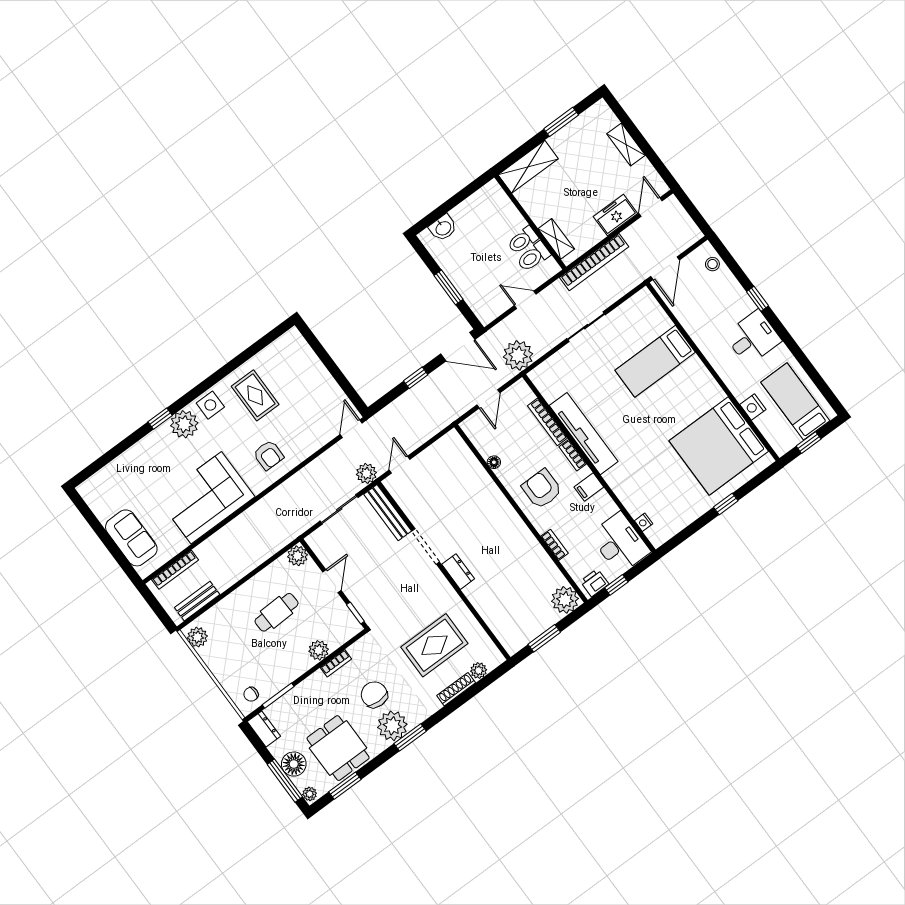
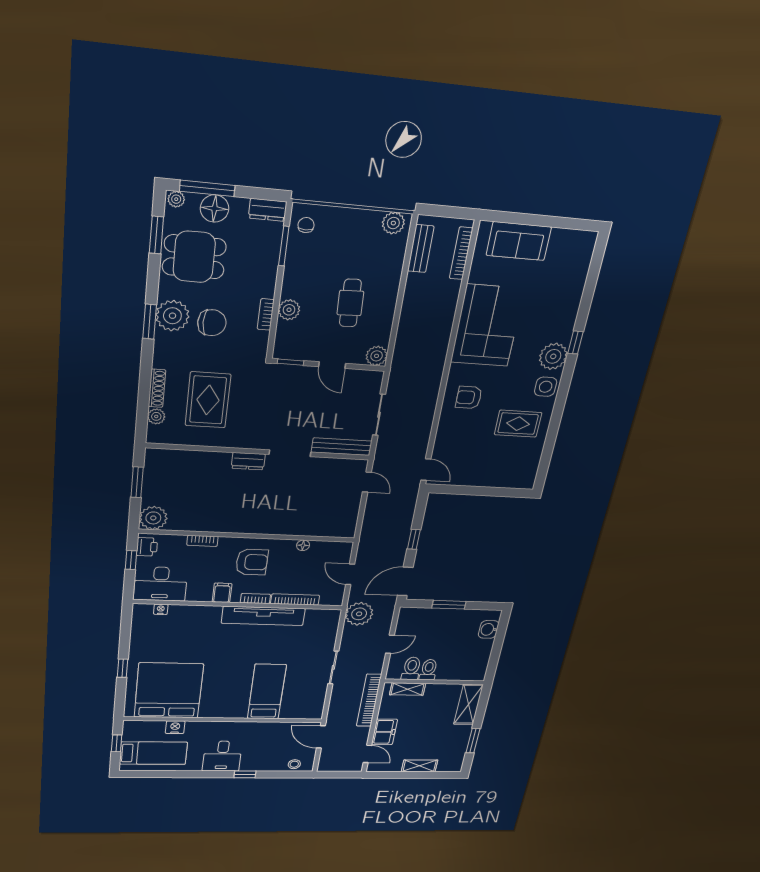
plant: (366, 473) -> (384, 455), removed

